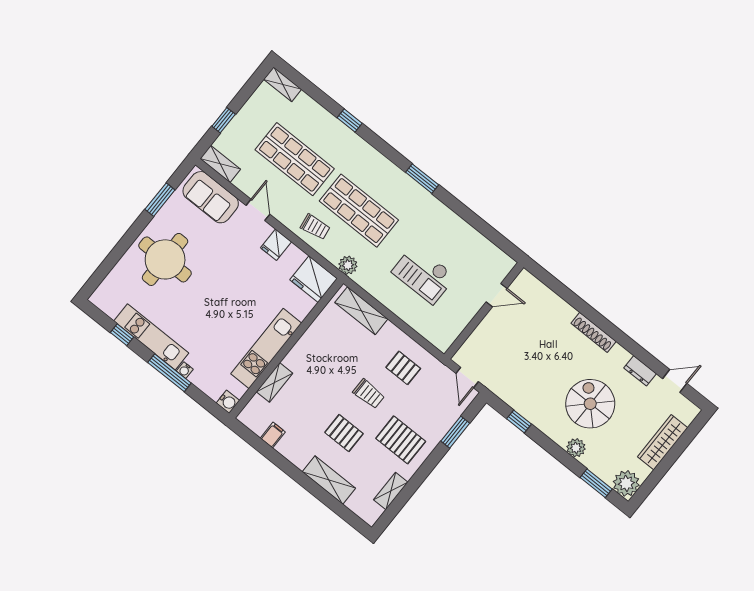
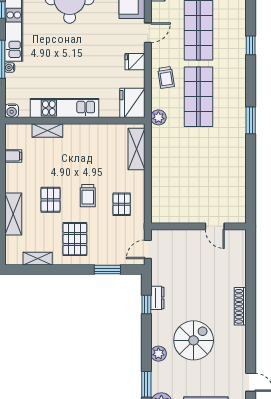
checkout: (424, 274) -> (191, 170), removed
dresser: (640, 371) -> (157, 298), moved, turned 180

